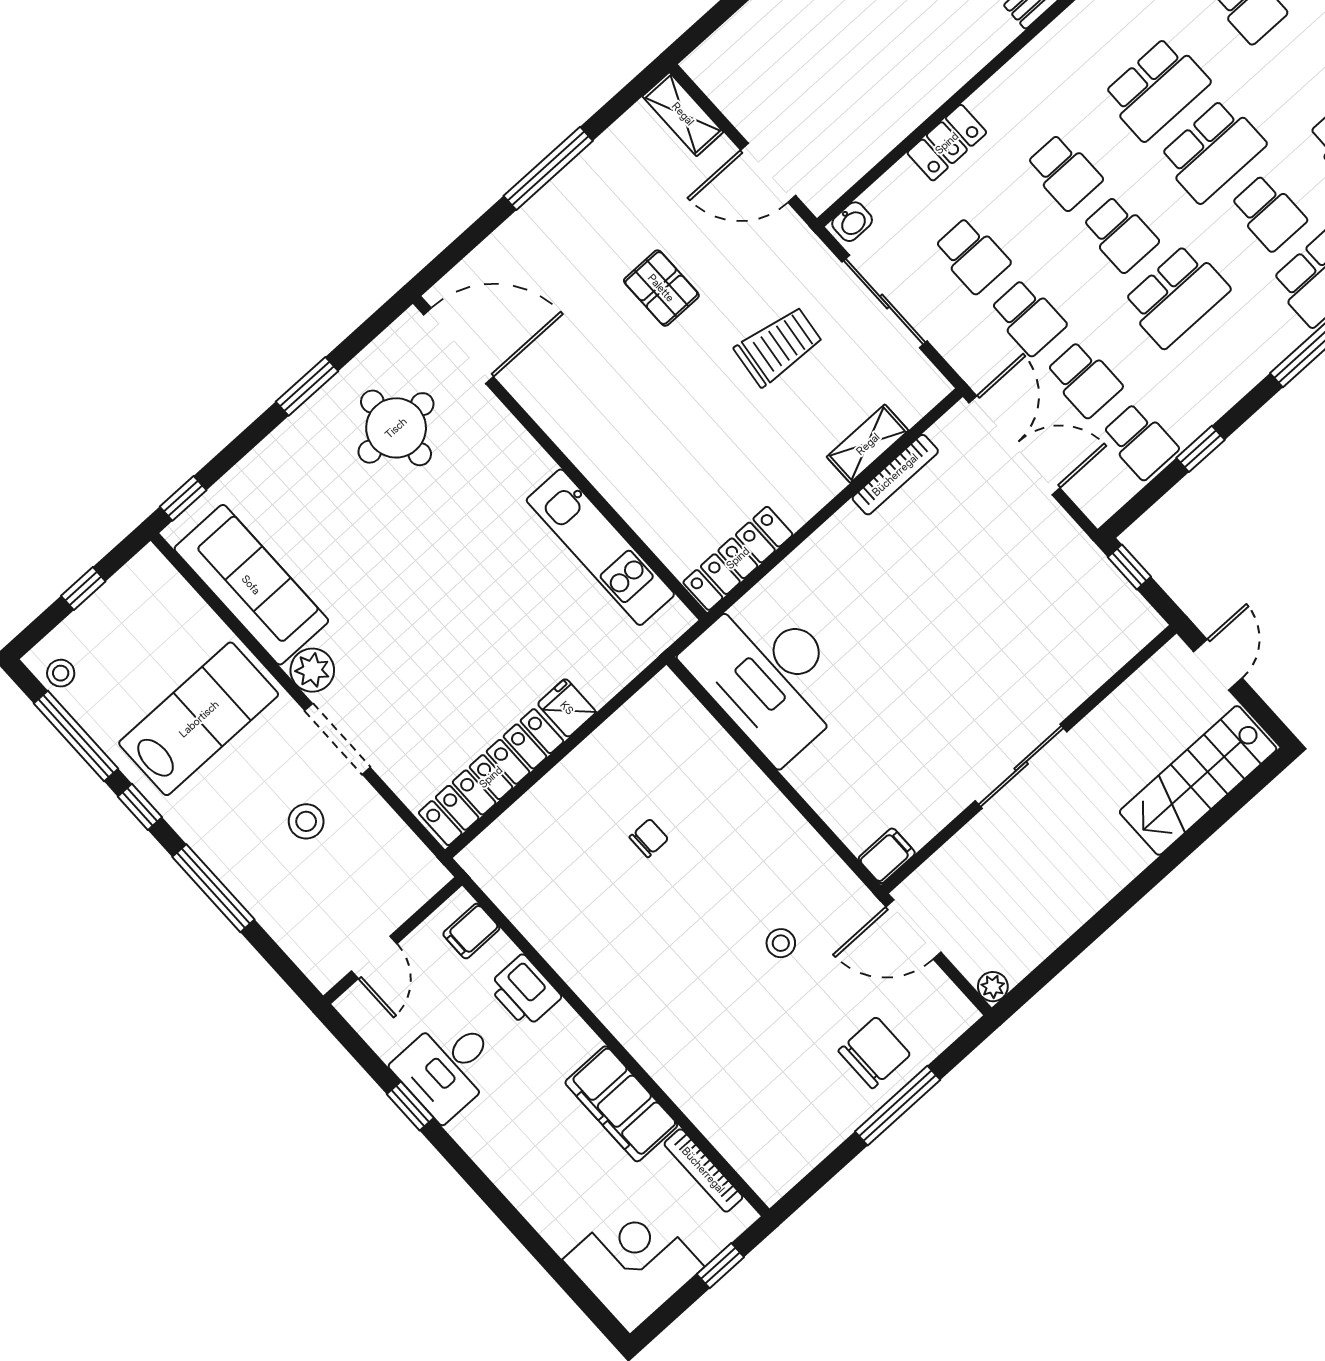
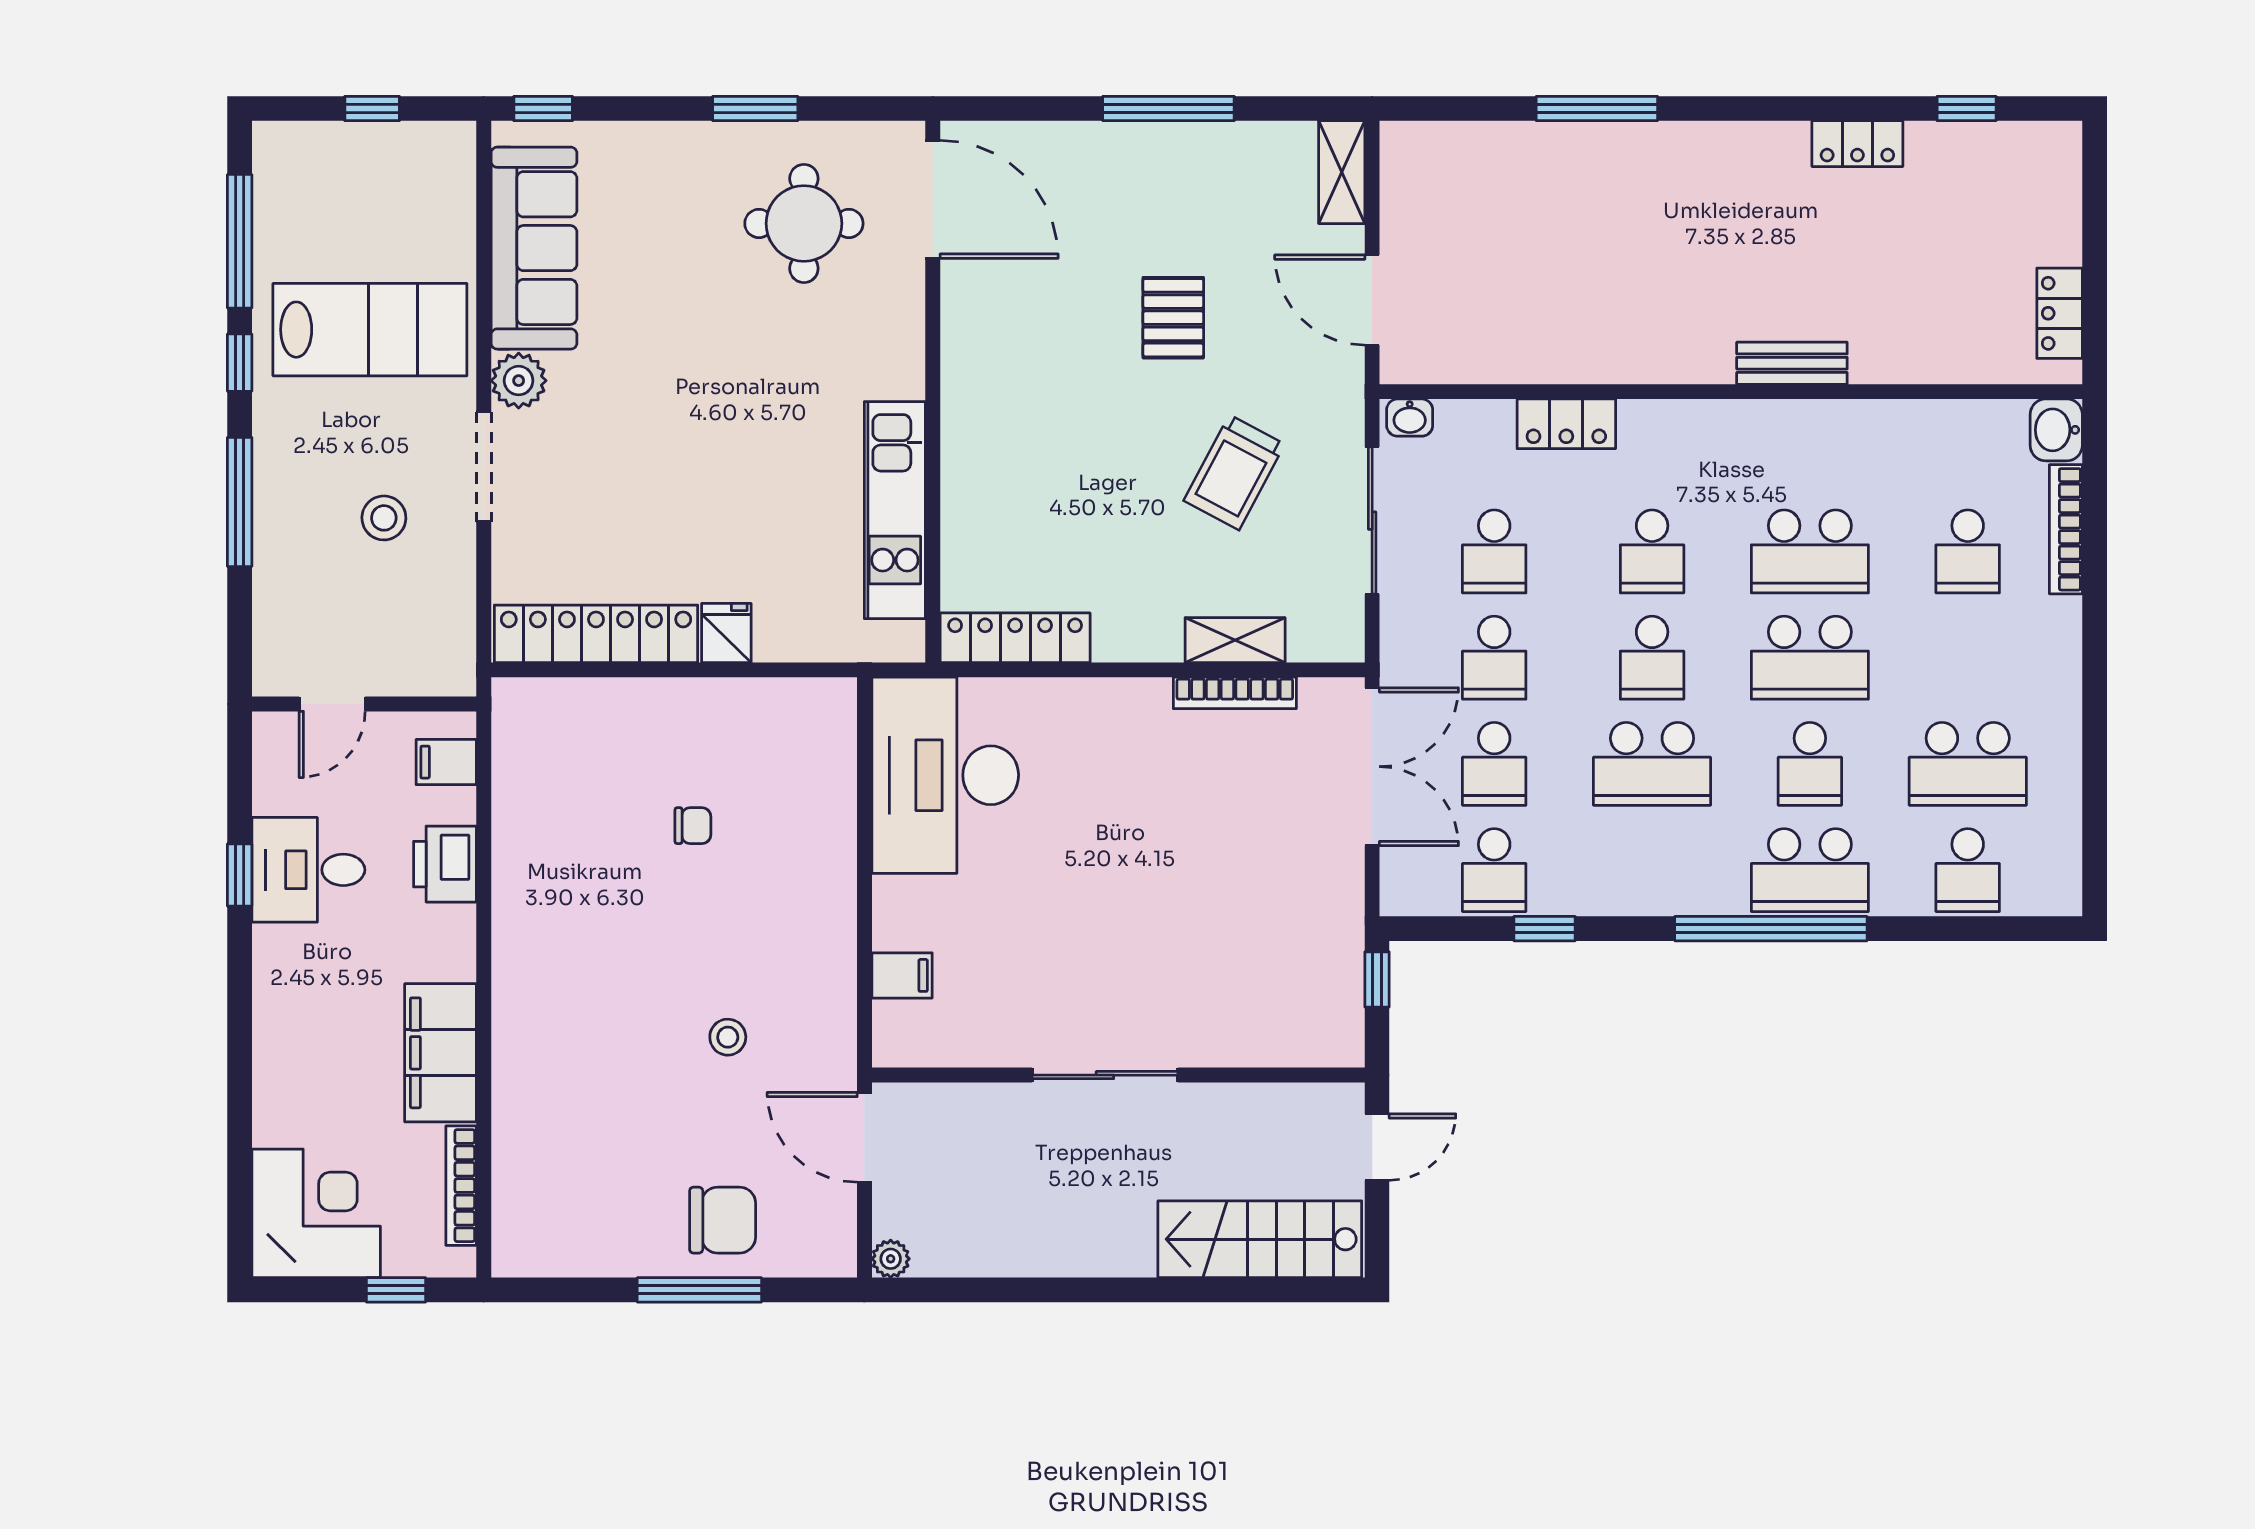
trolley: (779, 346) -> (1234, 472), turned 111
stool: (61, 673) -> (279, 169), removed
filing cabinet: (887, 856) -> (902, 975), moved

